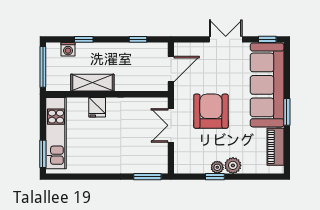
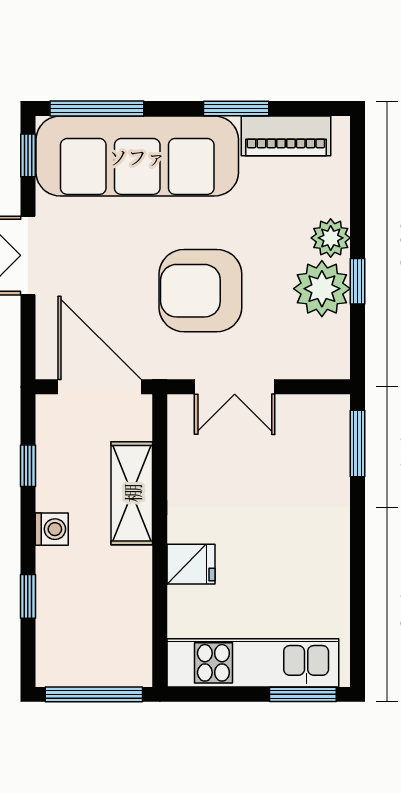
washing machine: (68, 49) -> (52, 529), moved
window: (287, 68) -> (97, 109), added
door: (171, 69) -> (99, 387), width x1.36
shelving: (92, 83) -> (132, 493), moved
window: (287, 112) -> (236, 109), moved
plant: (217, 167) -> (322, 289), width x1.88, depth x1.88

